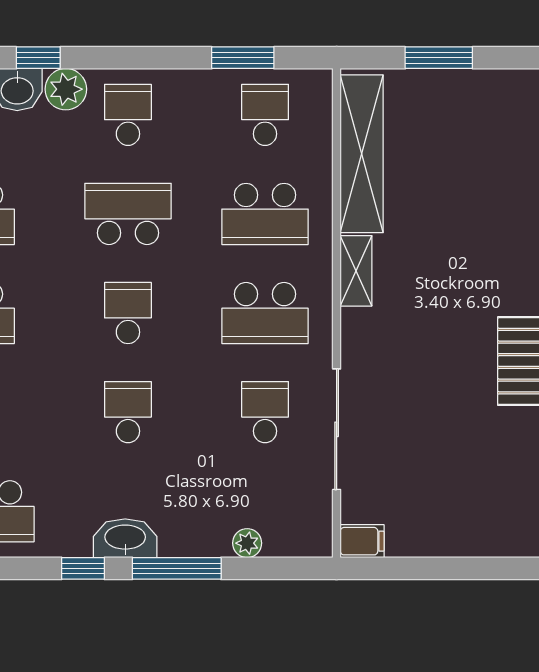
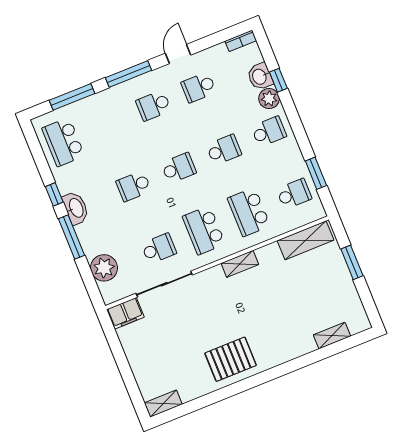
shelving: (362, 154) -> (306, 240), width x0.68
school desk: (128, 214) -> (224, 150), width x0.54
school desk: (128, 412) -> (134, 186), turned 180
filing cabinet: (362, 541) -> (125, 313), width x2.00
plant: (247, 543) -> (104, 268), width x1.87, depth x1.87

